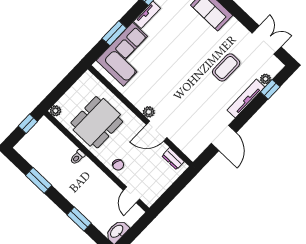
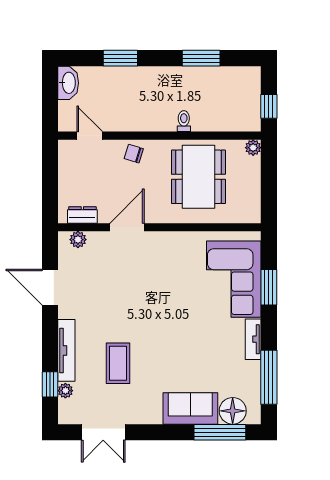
plant: (149, 112) -> (78, 240), moved

